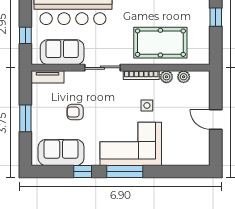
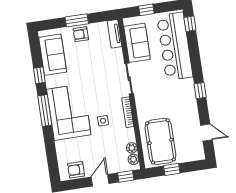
window: (216, 17) -> (172, 169), moved
pool table: (160, 43) -> (160, 141), moved
plant: (166, 77) -> (133, 159), moved
window: (216, 89) -> (126, 176), added
armchair: (75, 112) -> (81, 34), moved, turned -90
armchair: (199, 146) -> (76, 170), added

